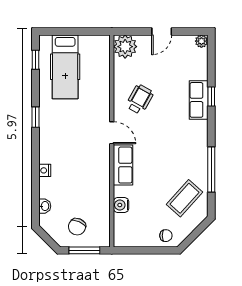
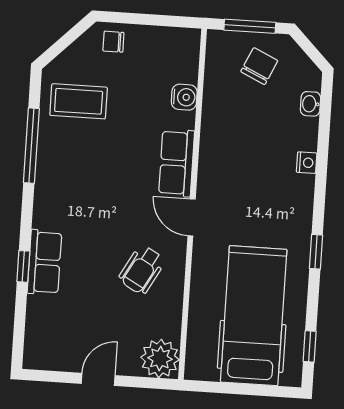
plant: (201, 41) -> (33, 359), removed
hospital bed: (65, 67) -> (254, 316), width x1.37, depth x1.29
coffee table: (185, 198) -> (79, 101), turned 48

